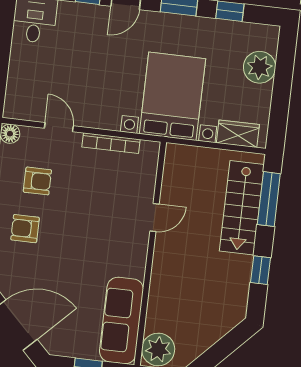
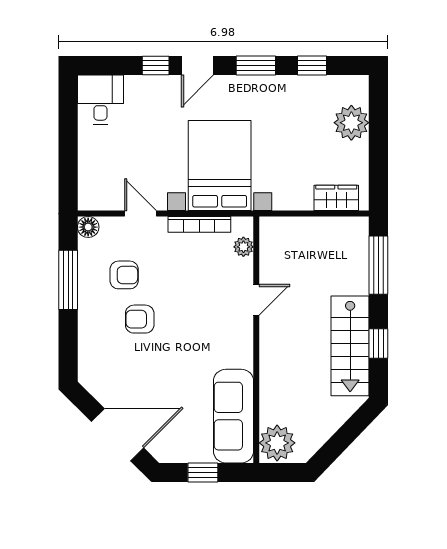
bed with nightstands: (172, 96) -> (220, 165), moved
plant: (149, 168) -> (243, 247), added
stairs: (242, 208) -> (350, 346), moved
armchair: (25, 229) -> (140, 319), moved

